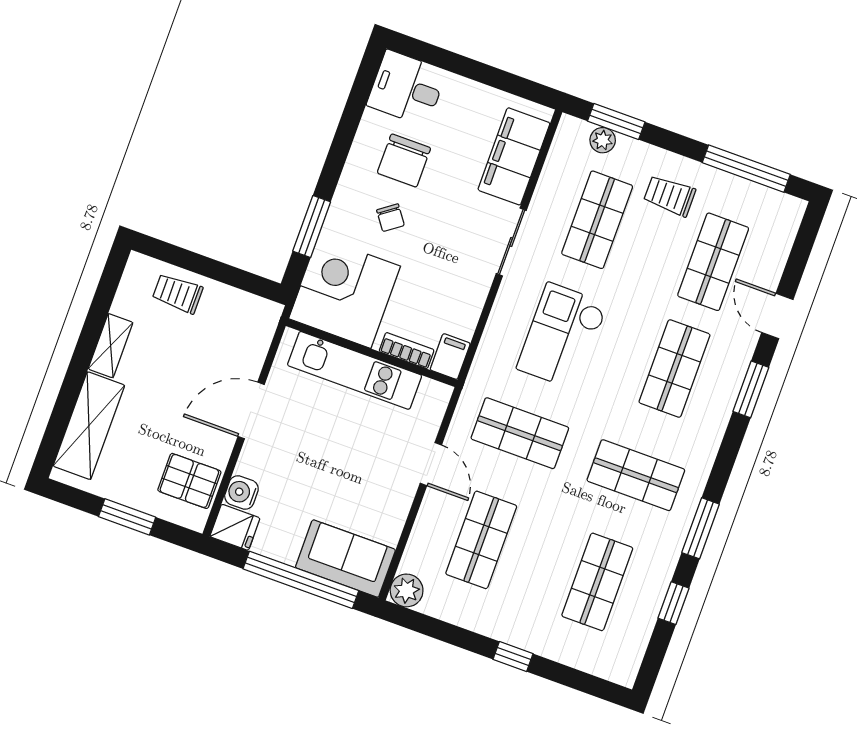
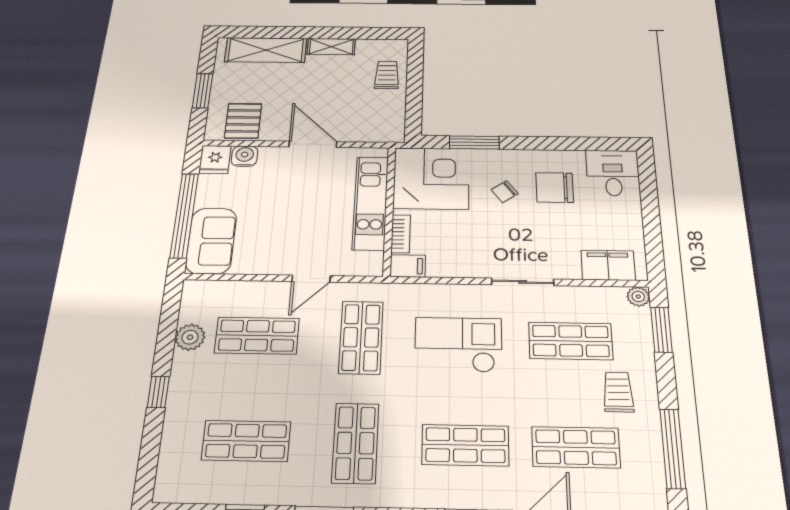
plant: (603, 140) -> (638, 297), moved
filing cabinet: (514, 156) -> (608, 265), width x0.67, depth x0.86
plant: (407, 590) -> (190, 337), moved

